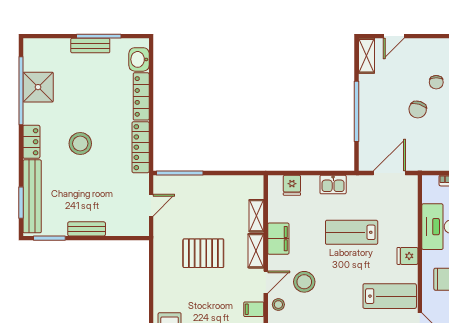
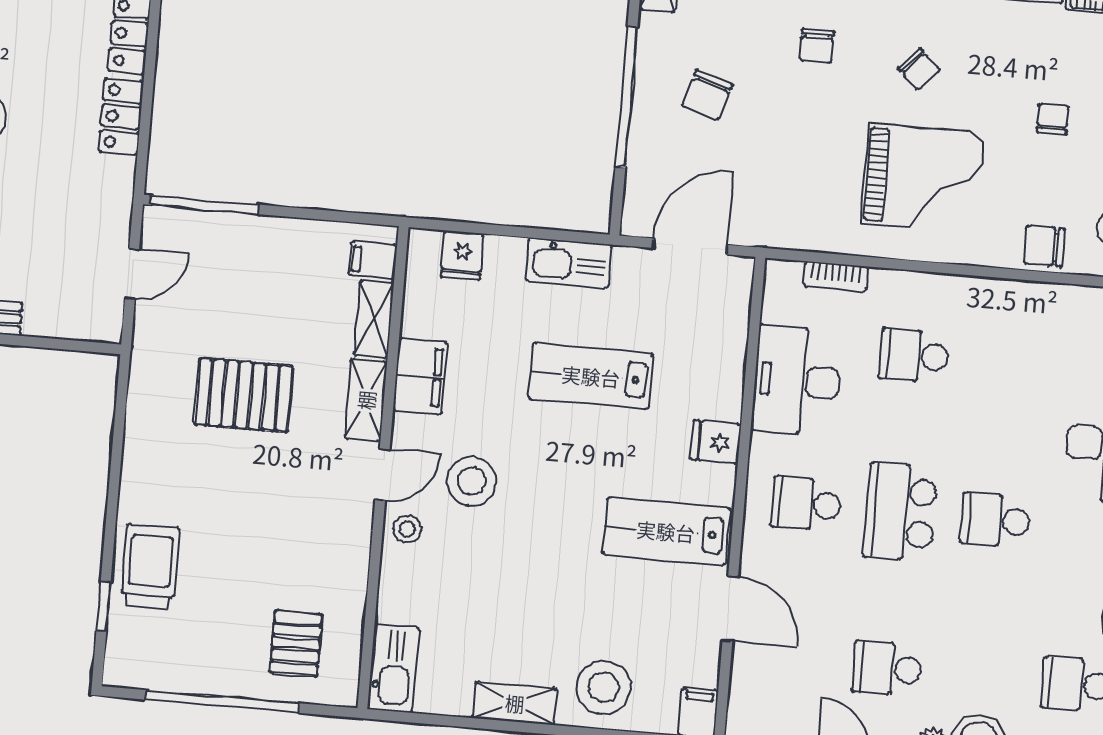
chair: (418, 110) -> (707, 95), moved
locker: (141, 147) -> (121, 117), width x0.66
kitchen sink: (333, 185) -> (569, 263), width x1.38
lab bench: (390, 296) -> (666, 531), turned 180
filing cabinet: (254, 309) -> (373, 260), moved

